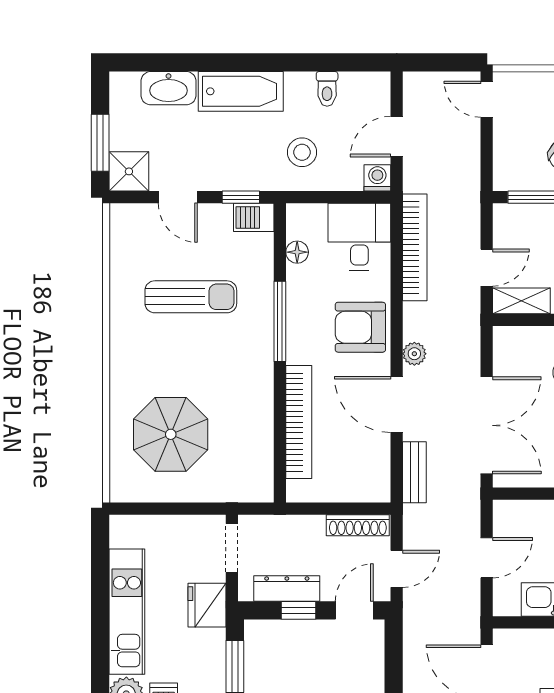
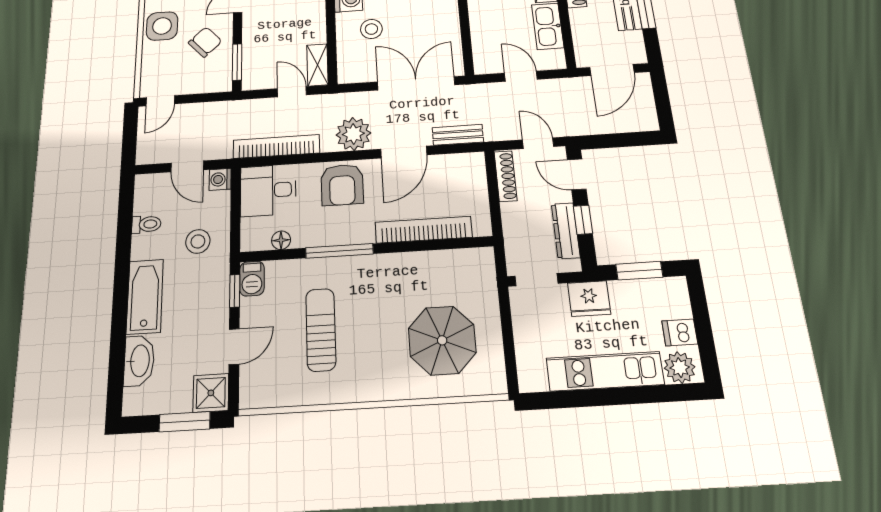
plant: (414, 354) -> (353, 134), width x1.88, depth x1.88

